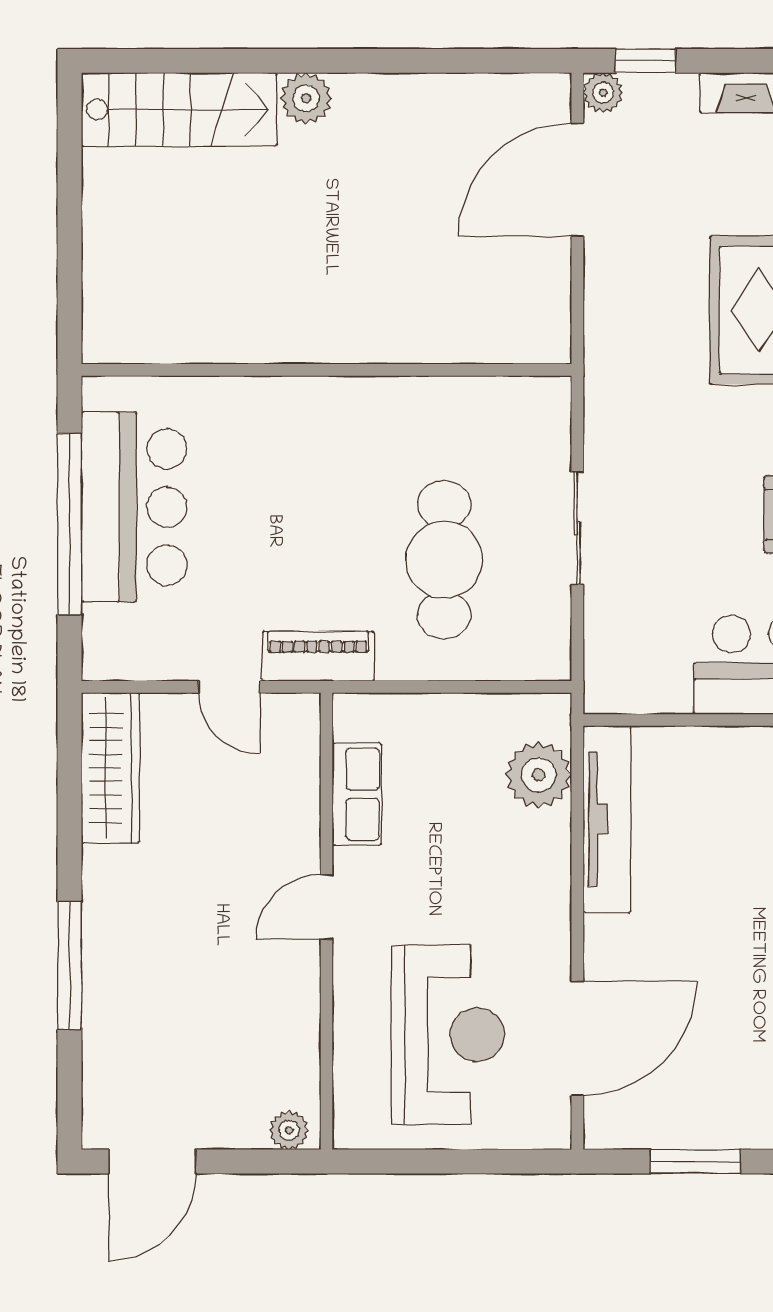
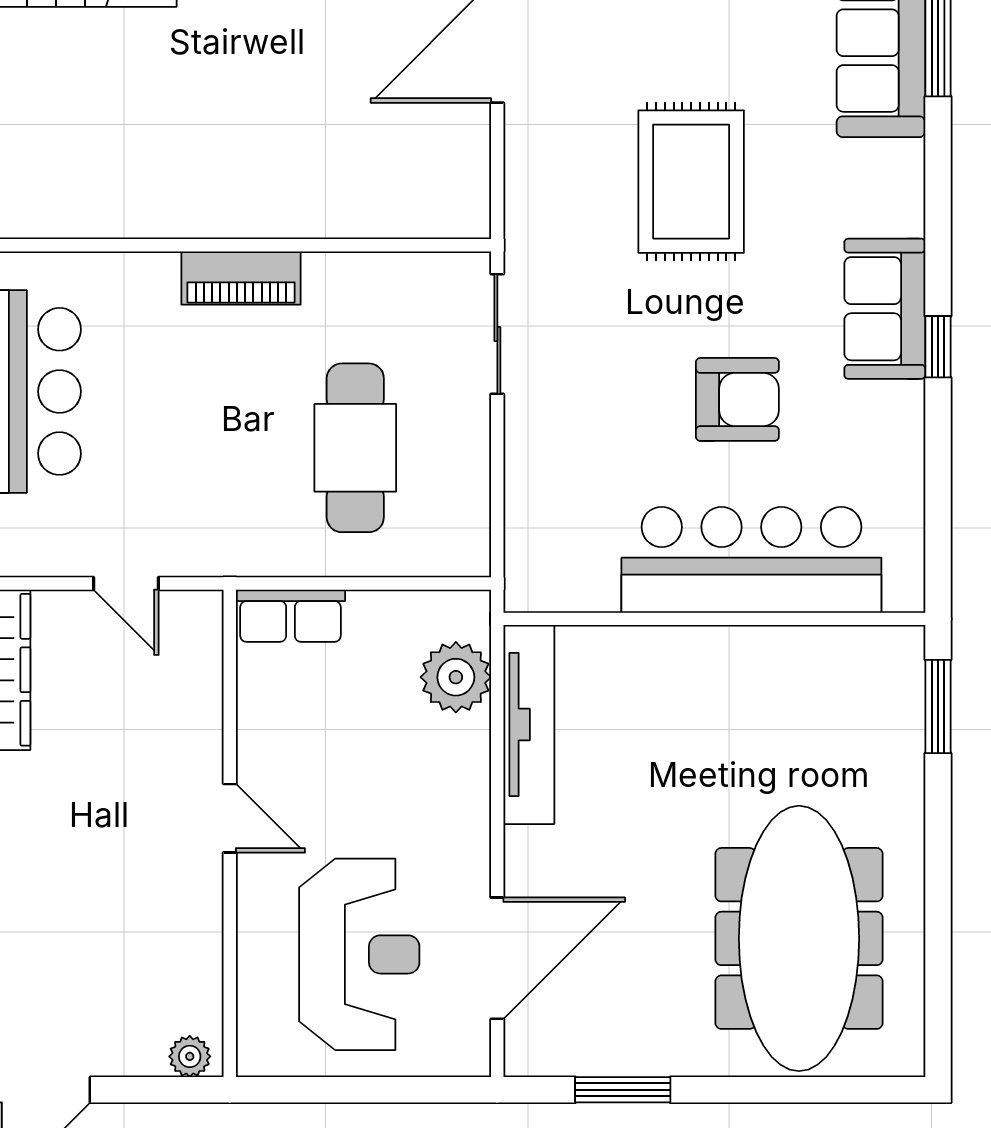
sliding door: (577, 528) -> (497, 334), moved
piano: (318, 656) -> (241, 278), moved, turned 180
row of seats: (357, 794) -> (290, 616), moved, turned 90
door: (327, 907) -> (230, 818), swing flipped

